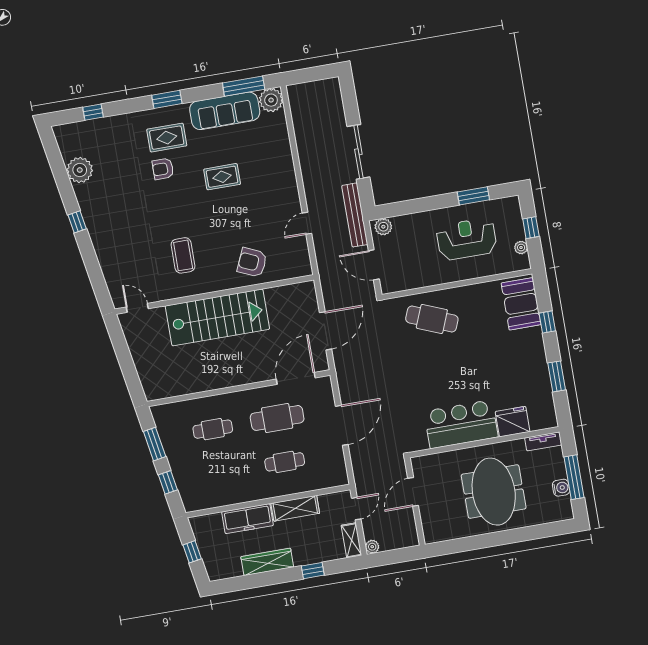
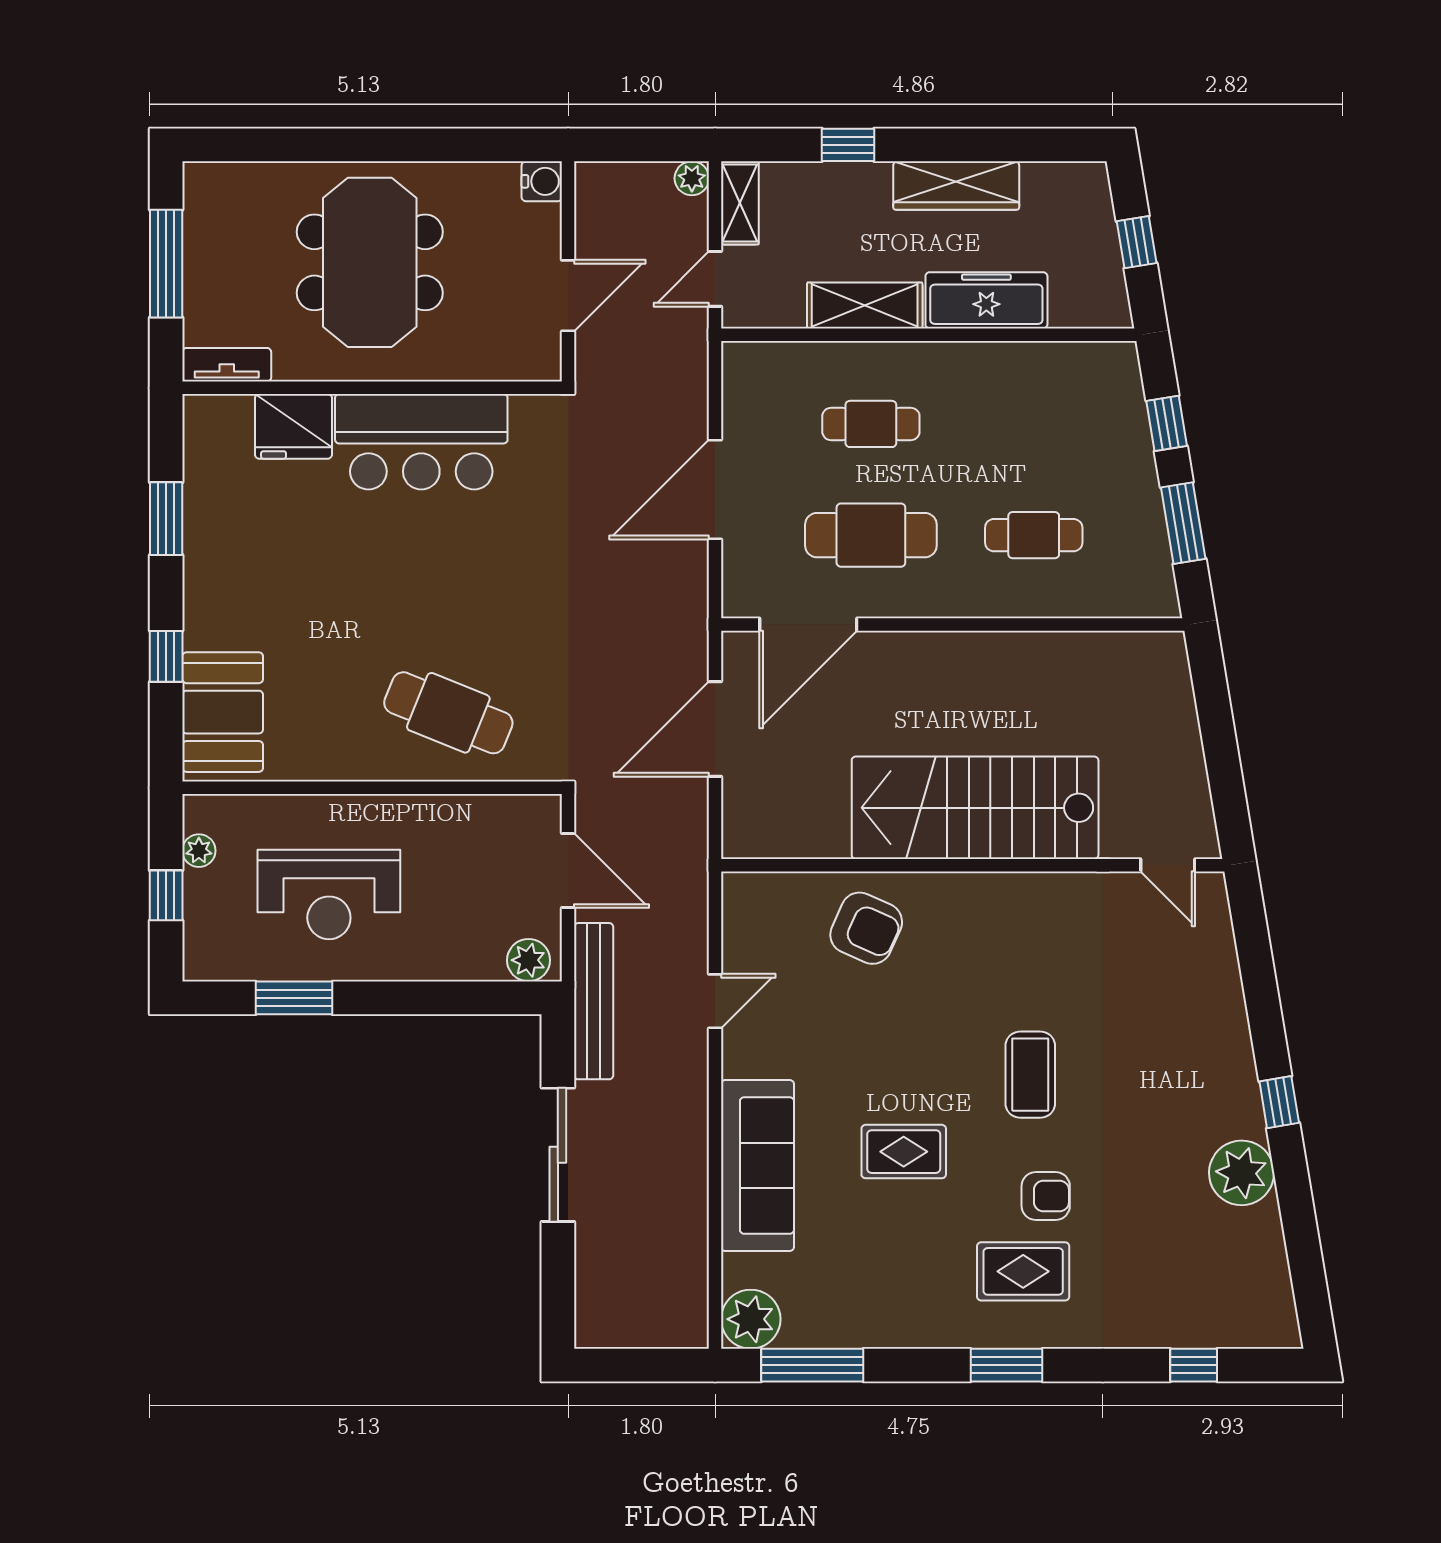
sofa: (225, 111) -> (757, 1166), moved, turned 90
plant: (80, 170) -> (1242, 1173), moved
coffee table: (183, 255) -> (1030, 1075), moved
water cooler: (561, 488) -> (542, 181), moved, turned 180

